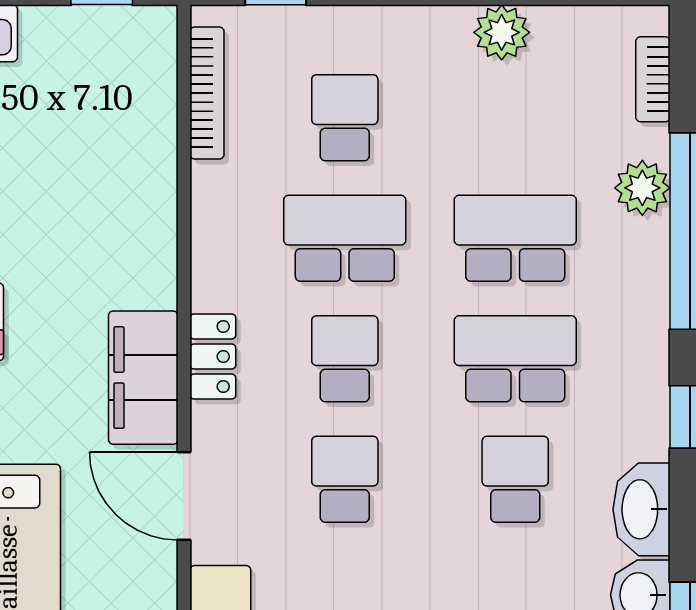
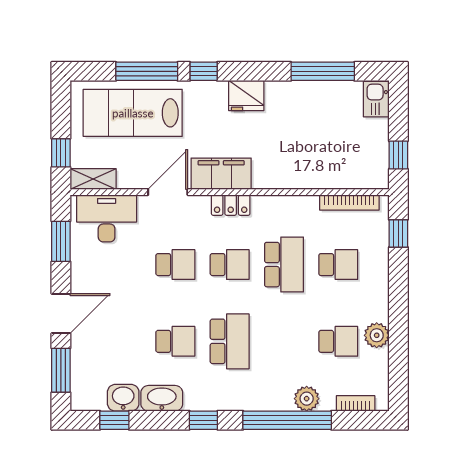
school desk: (515, 238) -> (338, 341), moved, width x0.54

